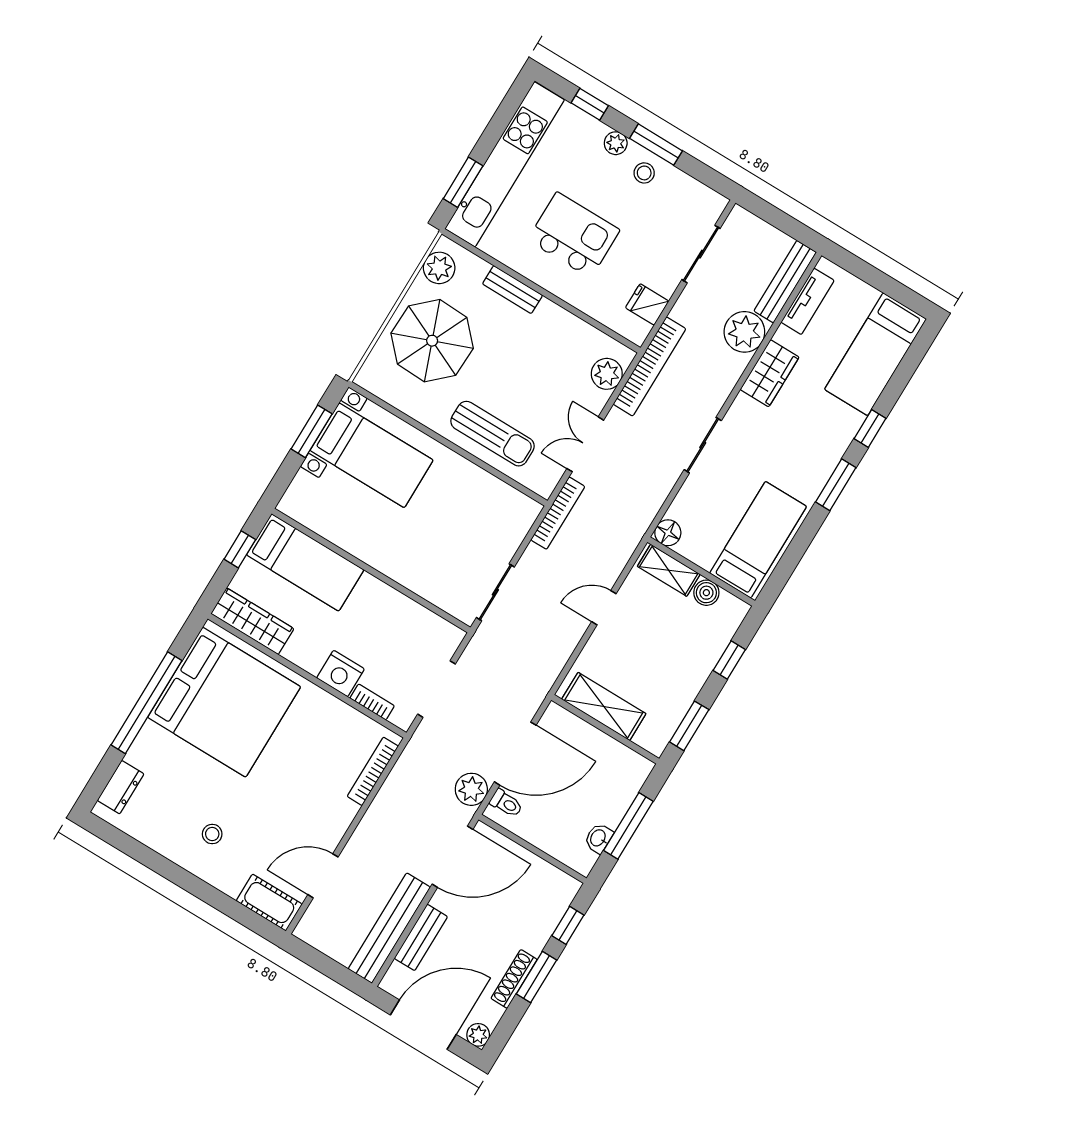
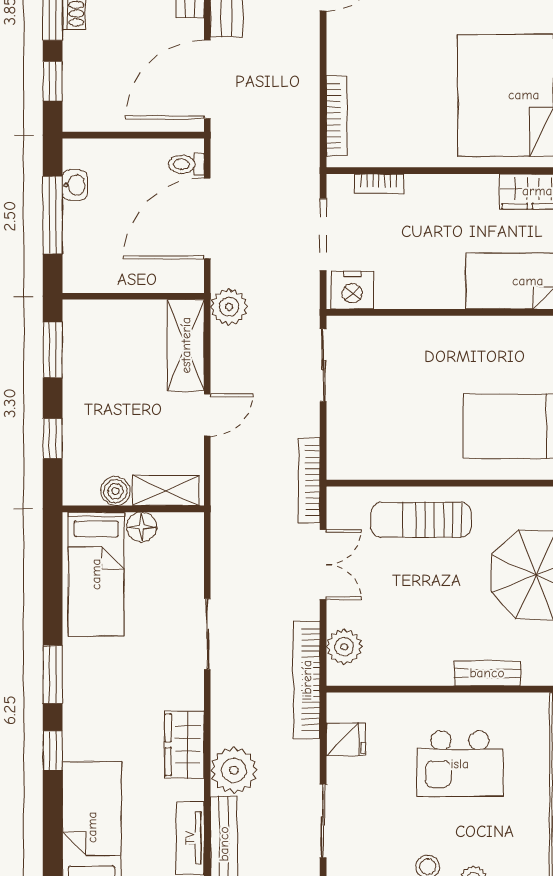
floor lamp: (668, 533) -> (142, 527), moved
nightstand: (341, 674) -> (352, 290), moved, turned 180
shelving: (604, 706) -> (186, 345), moved, turned 90
plant: (471, 789) -> (229, 307), moved

